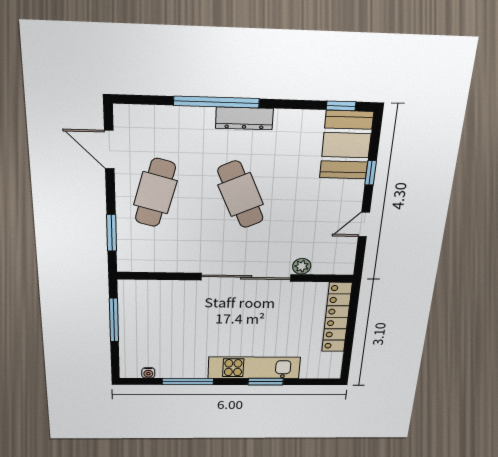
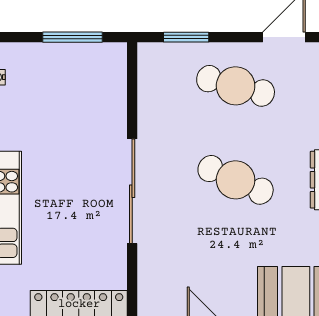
cafe table: (241, 195) -> (236, 180), turned 48
plant: (302, 266) -> (148, 255), removed

